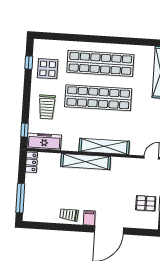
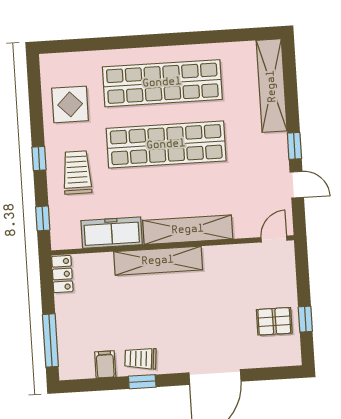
window: (29, 63) -> (39, 159), moved
trolley: (47, 107) -> (77, 172), turned 180
freezer: (44, 142) -> (112, 233), moved
filing cabinet: (89, 218) -> (105, 364), moved
window: (68, 227) -> (142, 382), added

